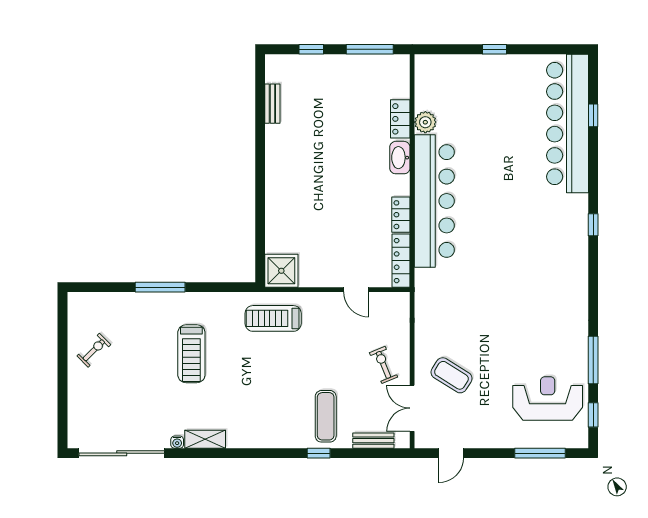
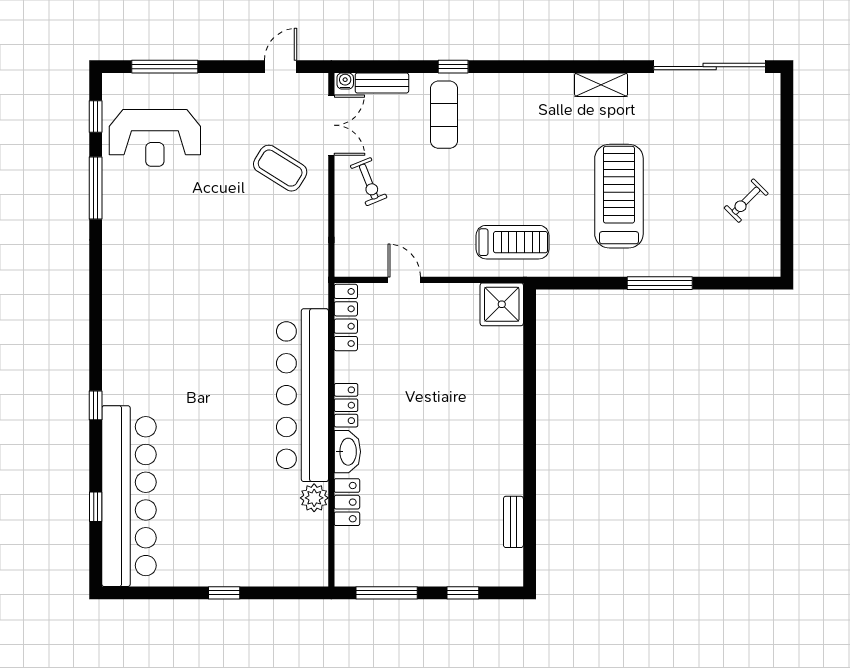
locker: (401, 215) -> (346, 405), moved
window: (593, 225) -> (96, 405), moved
treadmill: (191, 354) -> (619, 196), width x1.37, depth x1.38
water cooler: (177, 442) -> (345, 81), moved

